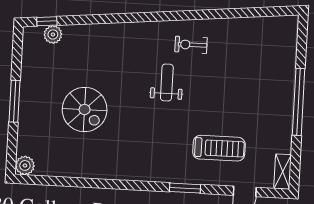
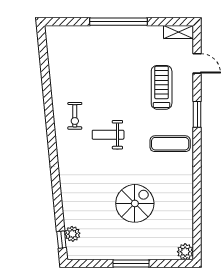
exercise mat: (152, 155) -> (170, 144), added

